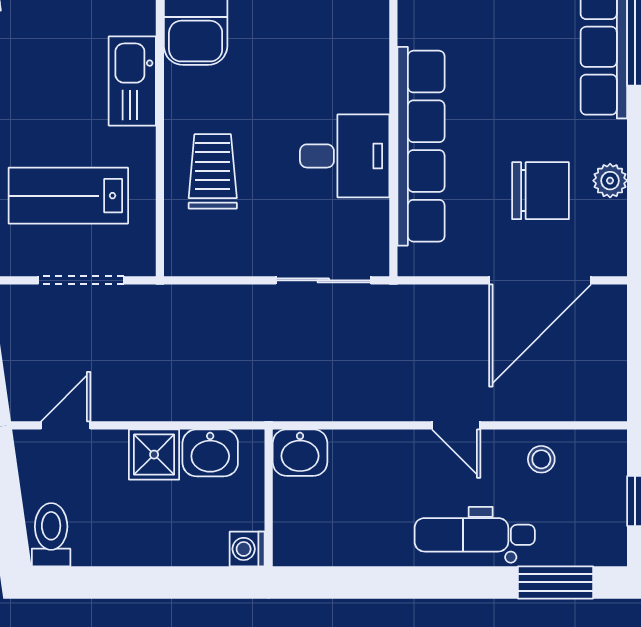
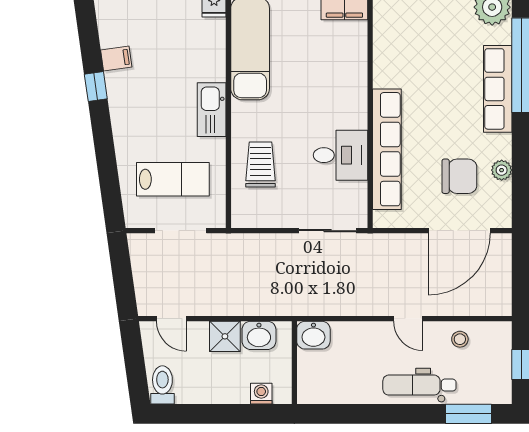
lab bench: (68, 196) -> (173, 179), turned 180
door: (66, 425) -> (171, 319), swing flipped
washing machine: (247, 549) -> (261, 394), moved, turned 90

